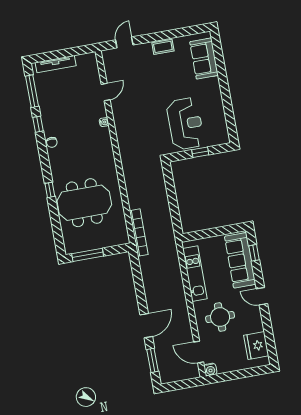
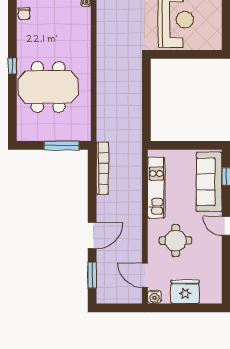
window: (200, 152) -> (187, 54), removed
bookcase: (139, 233) -> (102, 168), moved
window: (88, 255) -> (62, 145), moved
fridge: (256, 346) -> (185, 292), moved, turned 90

